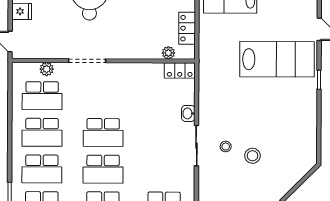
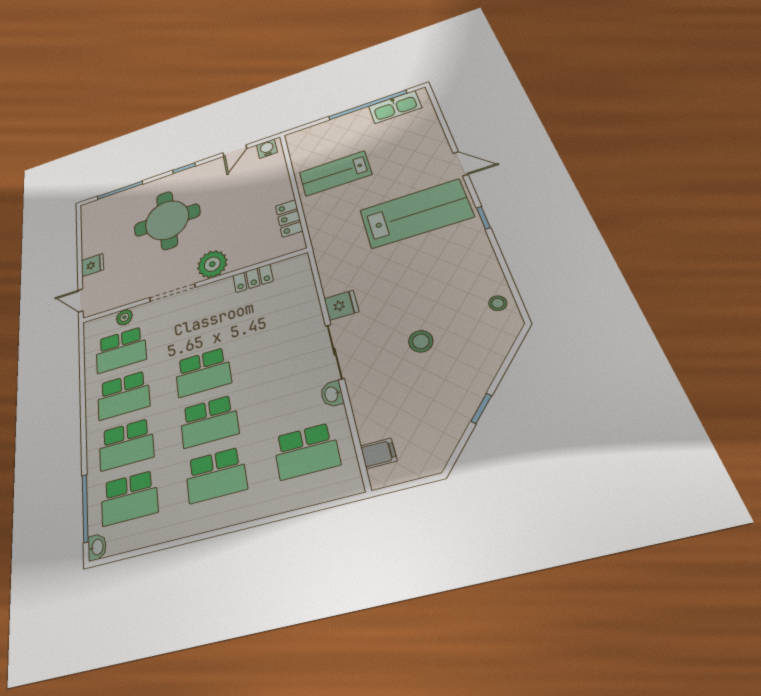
plant: (168, 53) -> (212, 264), moved, width x1.87, depth x1.87
locker: (180, 70) -> (253, 278), moved
washbasin: (188, 113) -> (332, 394), moved
fridge: (209, 113) -> (341, 305), added
stool: (226, 147) -> (498, 303), moved

